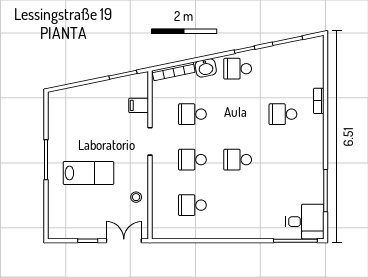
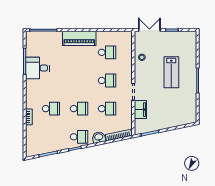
filing cabinet: (139, 105) -> (140, 110), width x2.00
school desk: (238, 160) -> (79, 109), moved
lab bench: (89, 173) -> (171, 72), turned -90
desk: (305, 222) -> (37, 68), moved
piano: (237, 228) -> (79, 38), added
double door: (124, 241) -> (149, 30), swing flipped

